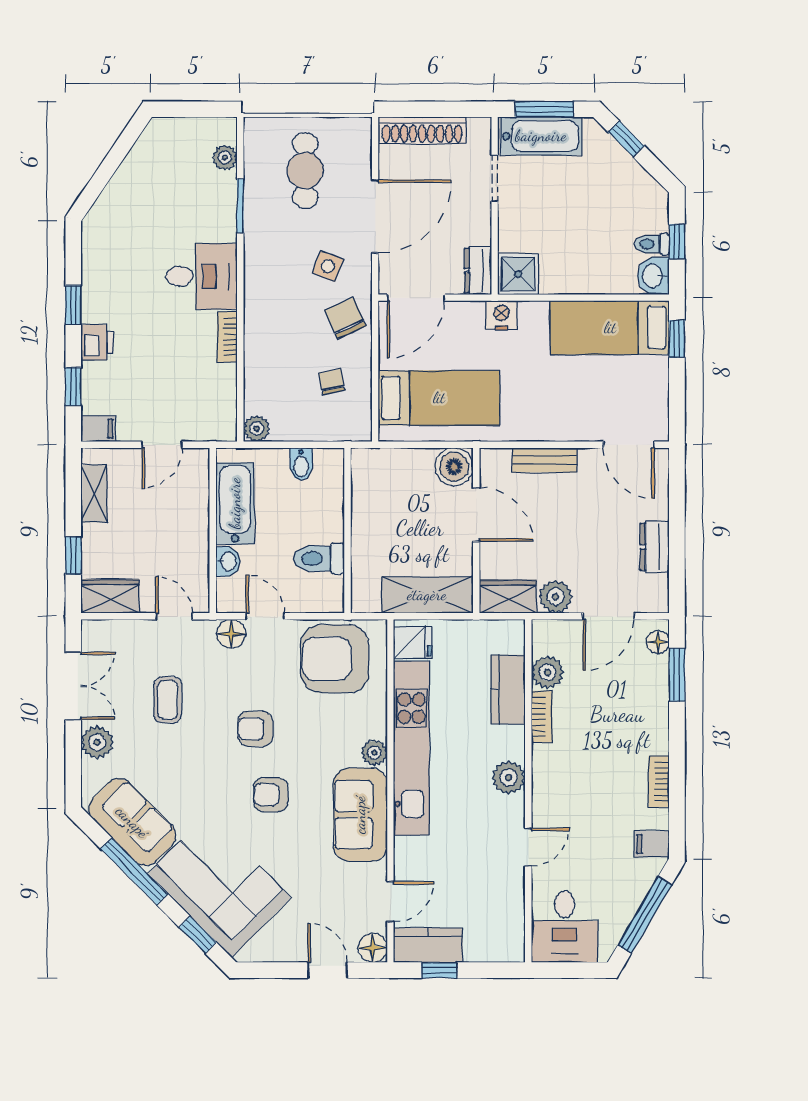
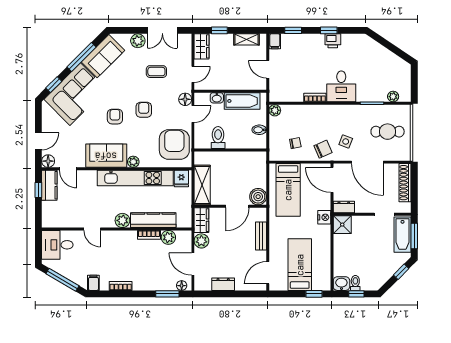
bed: (610, 328) -> (300, 265), moved
printer: (97, 342) -> (333, 41), moved
kitchen counter: (508, 689) -> (153, 220), width x1.50

